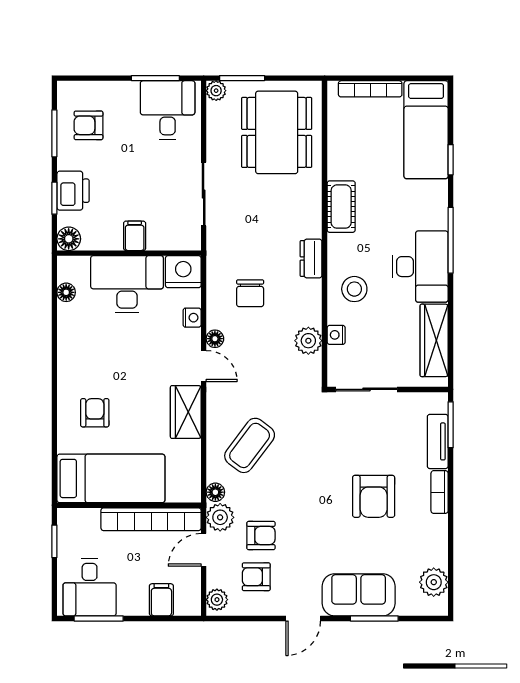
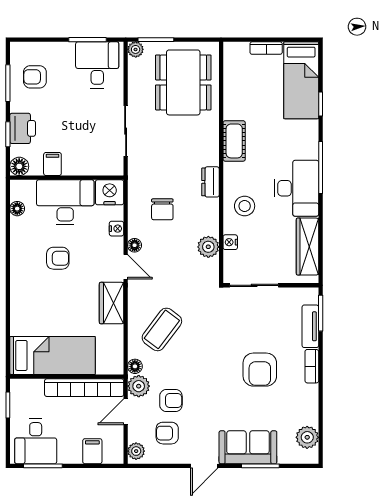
bookcase: (370, 89) -> (266, 48), width x0.64
filing cabinet: (135, 236) -> (52, 164), moved
armchair: (95, 413) -> (58, 258), moved, turned 90

